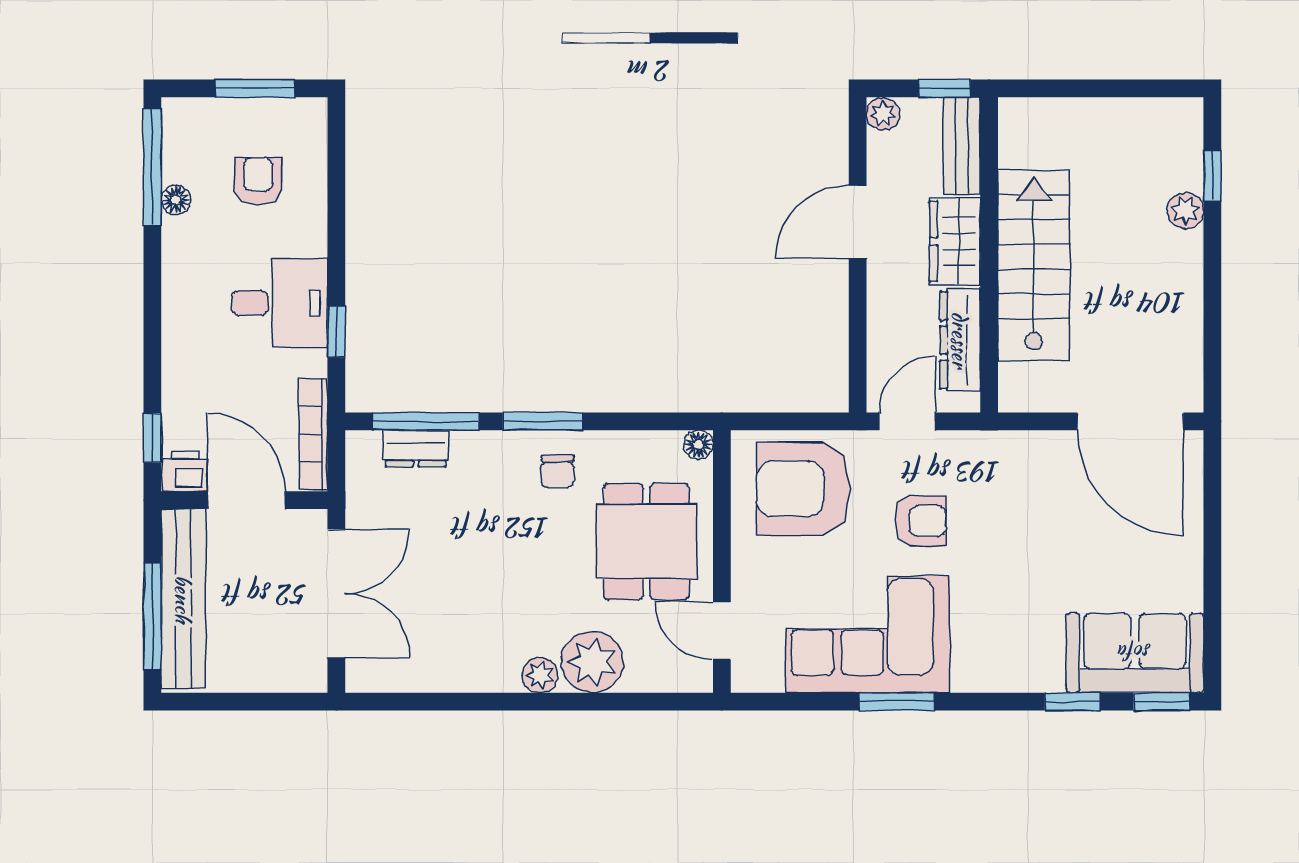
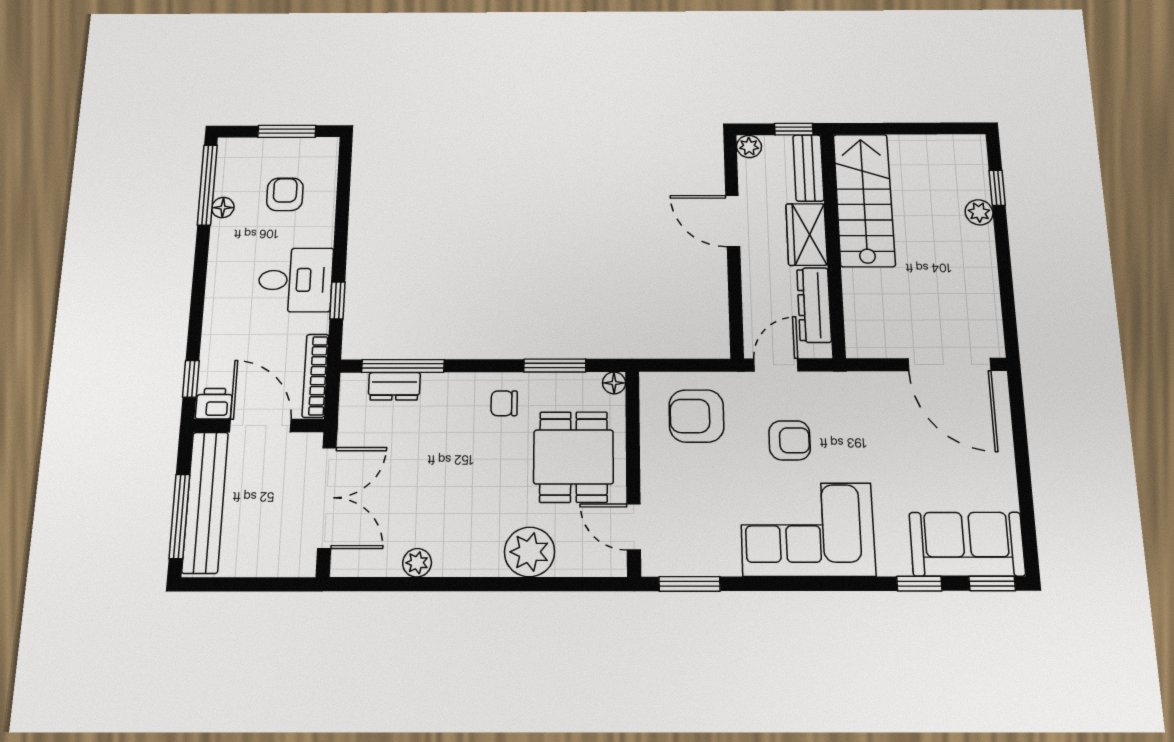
door: (858, 222) -> (733, 221), hinge flipped
stairs: (1034, 265) -> (864, 200), moved
window: (543, 421) -> (555, 366), moved
chair: (557, 471) -> (504, 403), turned 90
armchair: (803, 489) -> (696, 416), width x0.73, depth x0.73
corner sofa: (868, 634) -> (807, 529), moved
plant: (540, 675) -> (417, 563), moved
window: (897, 702) -> (689, 584), moved

